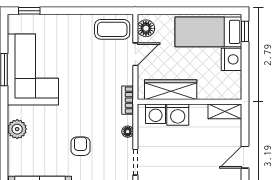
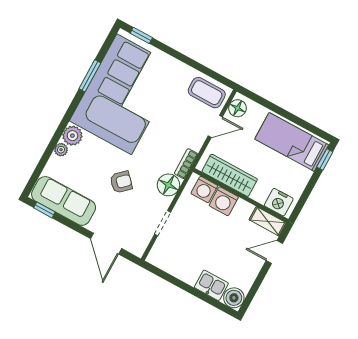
nightstand: (231, 59) -> (279, 202), moved, turned 90
corner sofa: (33, 70) -> (124, 94), width x1.36, depth x1.36
floor lamp: (128, 132) -> (168, 185), width x1.89, depth x1.89
armchair: (81, 146) -> (121, 182), turned 47
plant: (14, 147) -> (61, 150), added
door: (245, 157) -> (274, 252), moved

